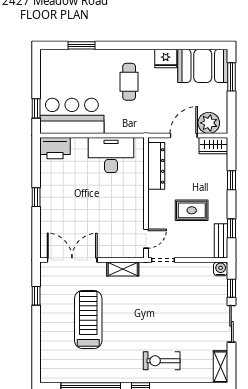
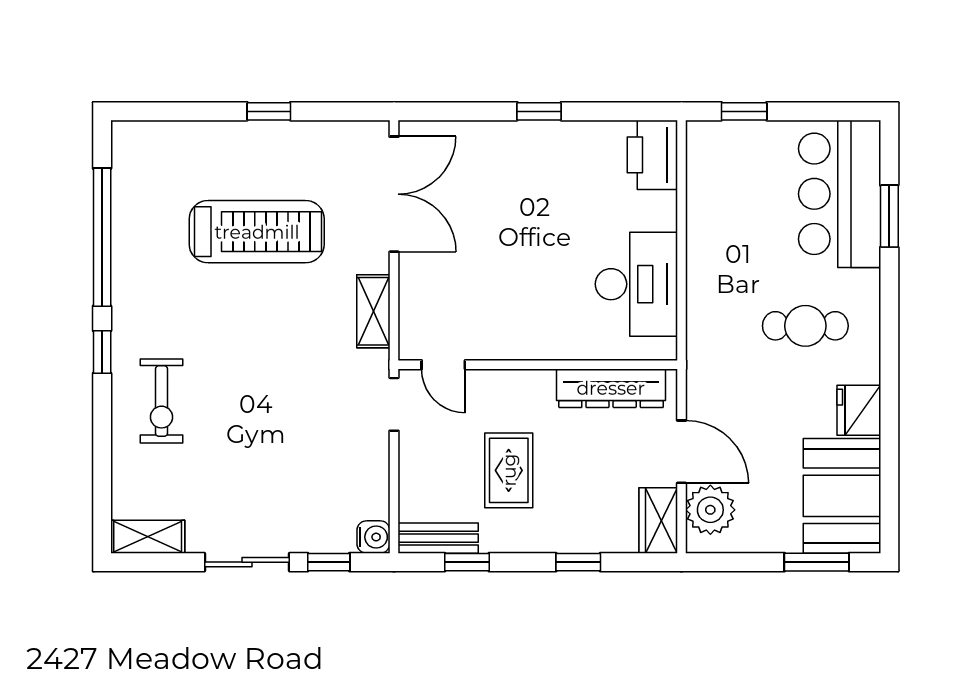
bar counter: (72, 116) -> (840, 194), moved, turned 180
window: (36, 296) -> (269, 111), moved
exercise bike: (162, 361) -> (161, 401), turned 180

